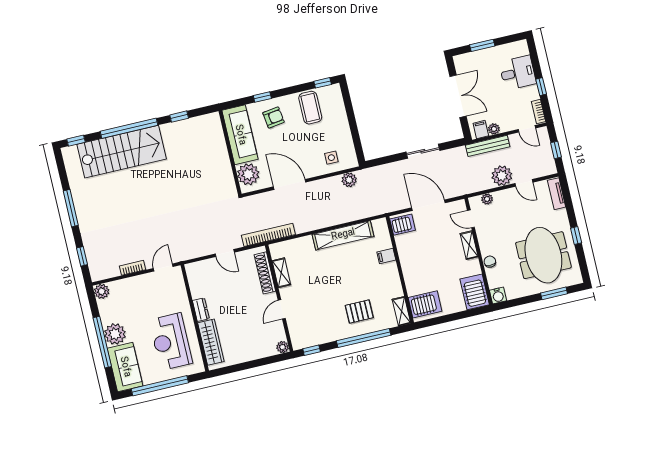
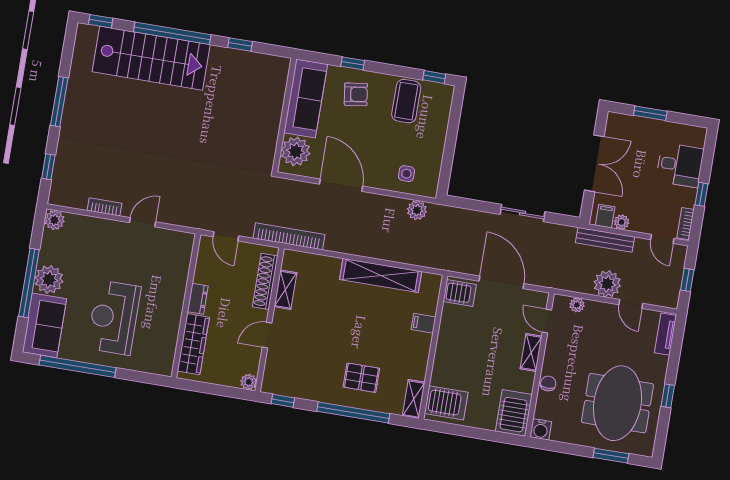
dresser: (201, 310) -> (198, 299), moved
wall: (195, 318) -> (186, 306), moved
wardrobe: (211, 342) -> (193, 344), moved

